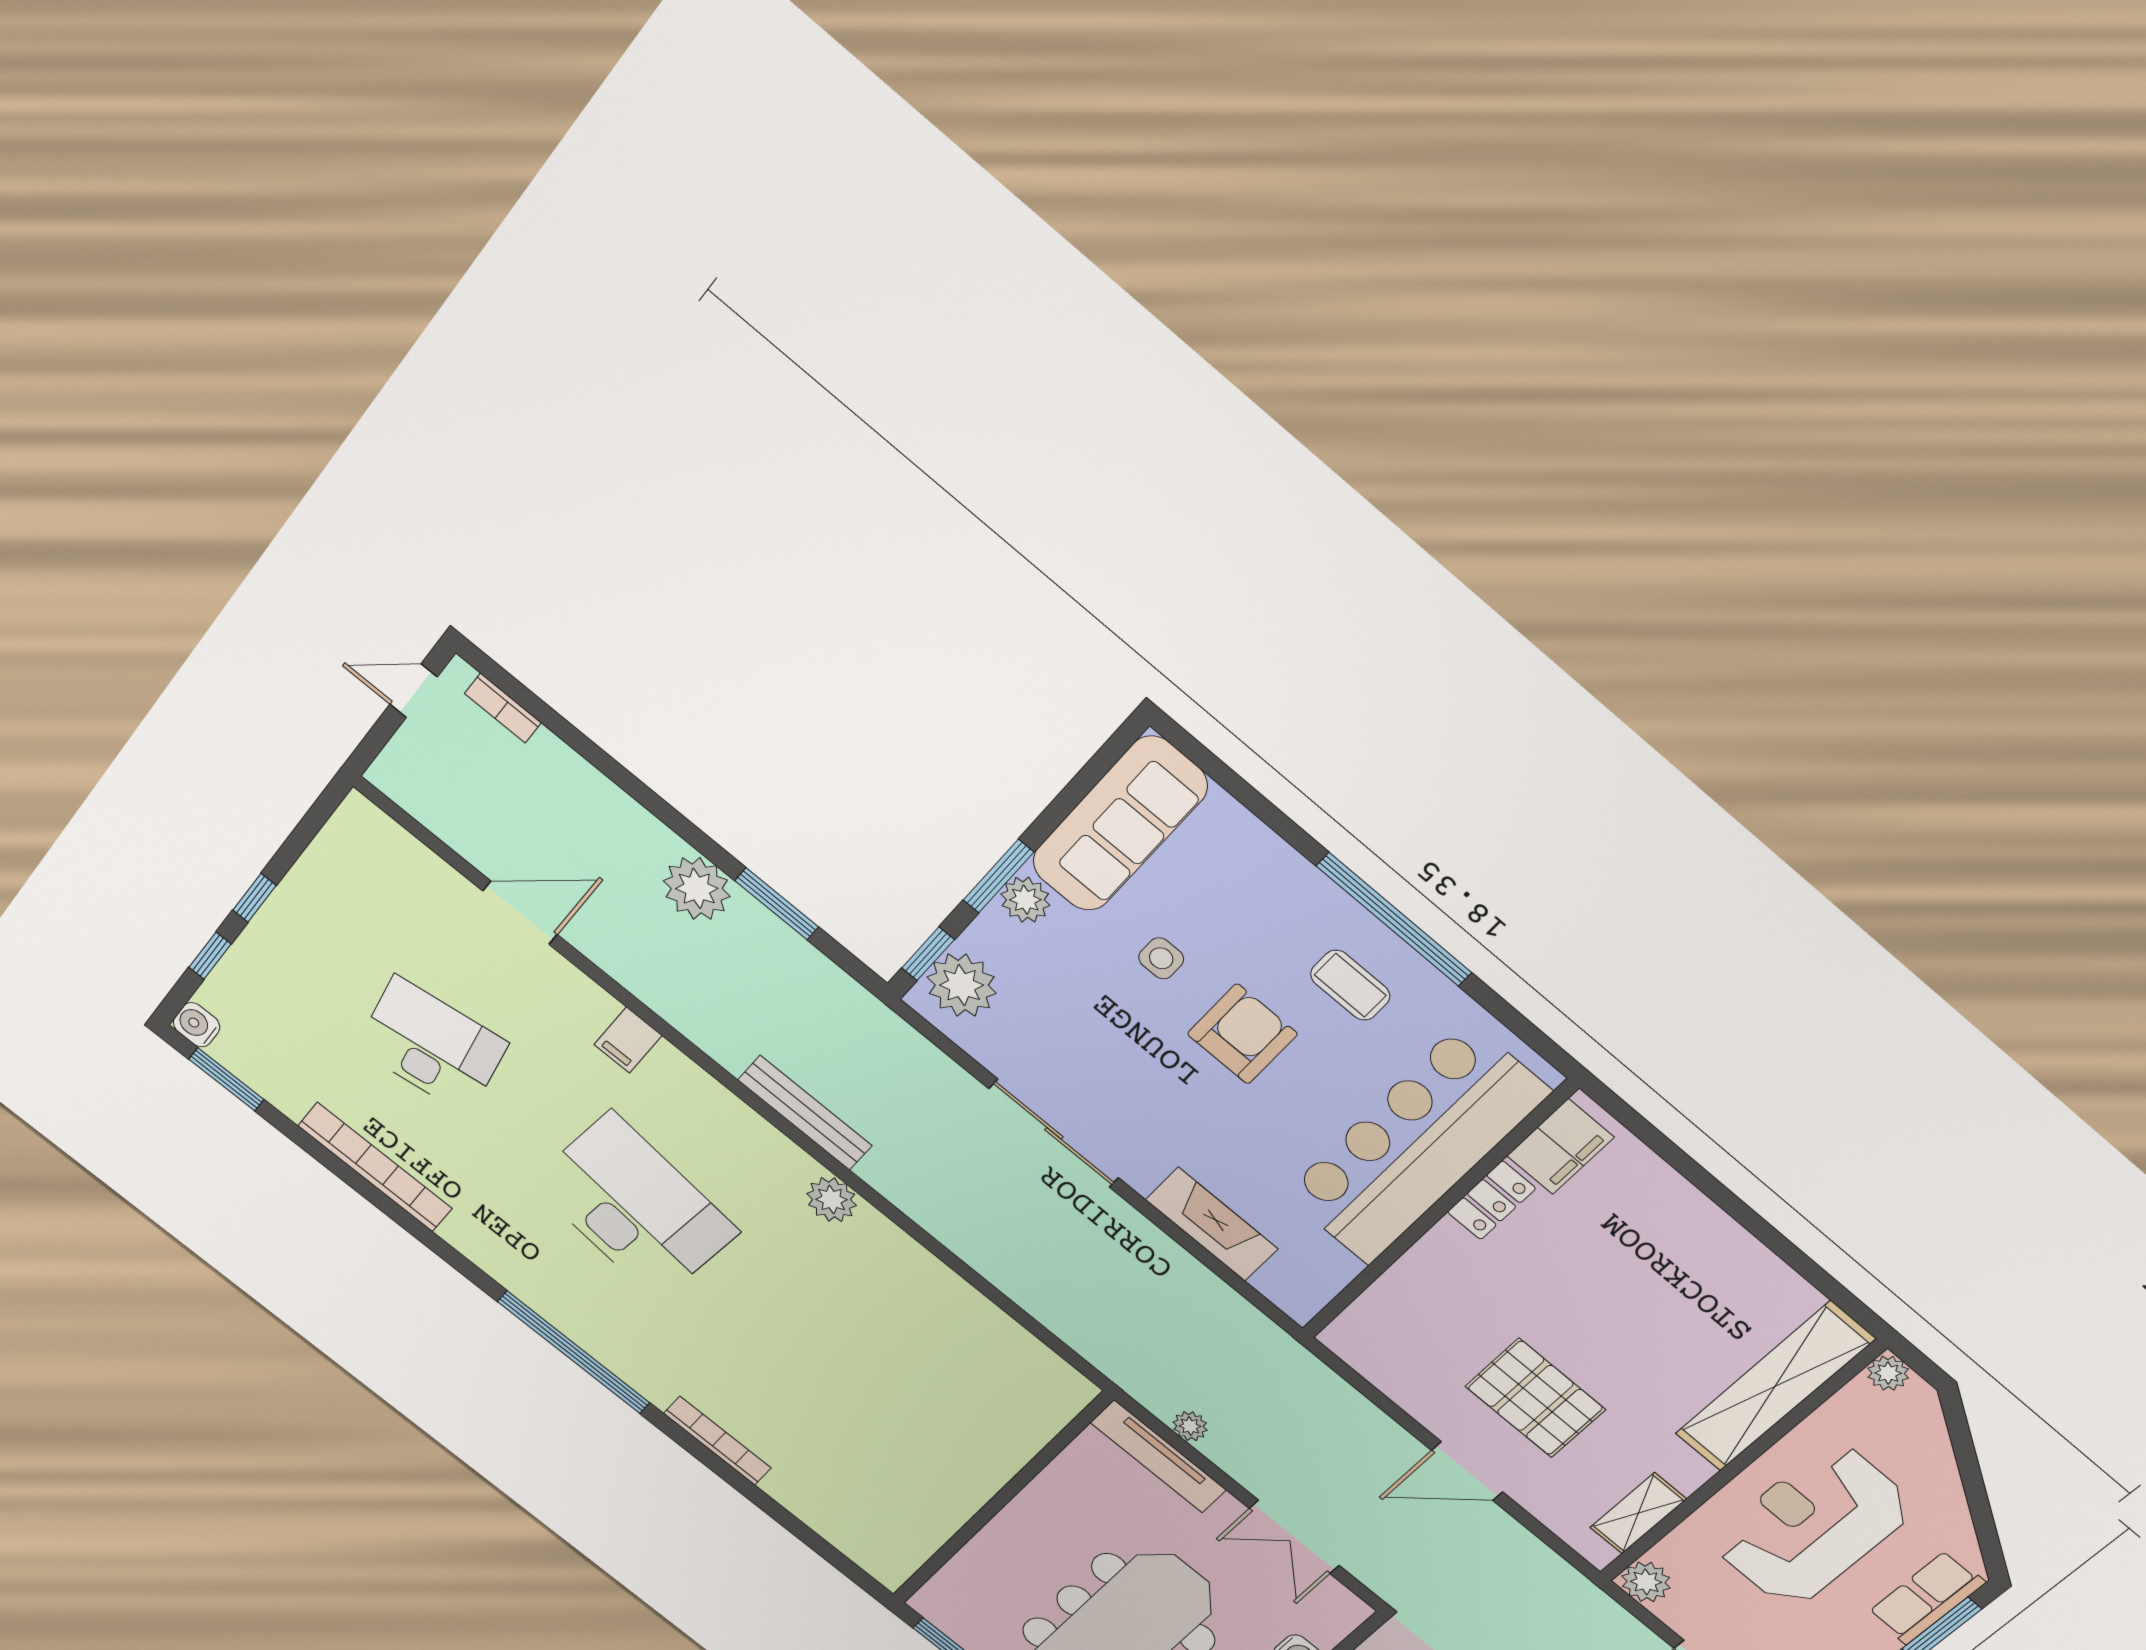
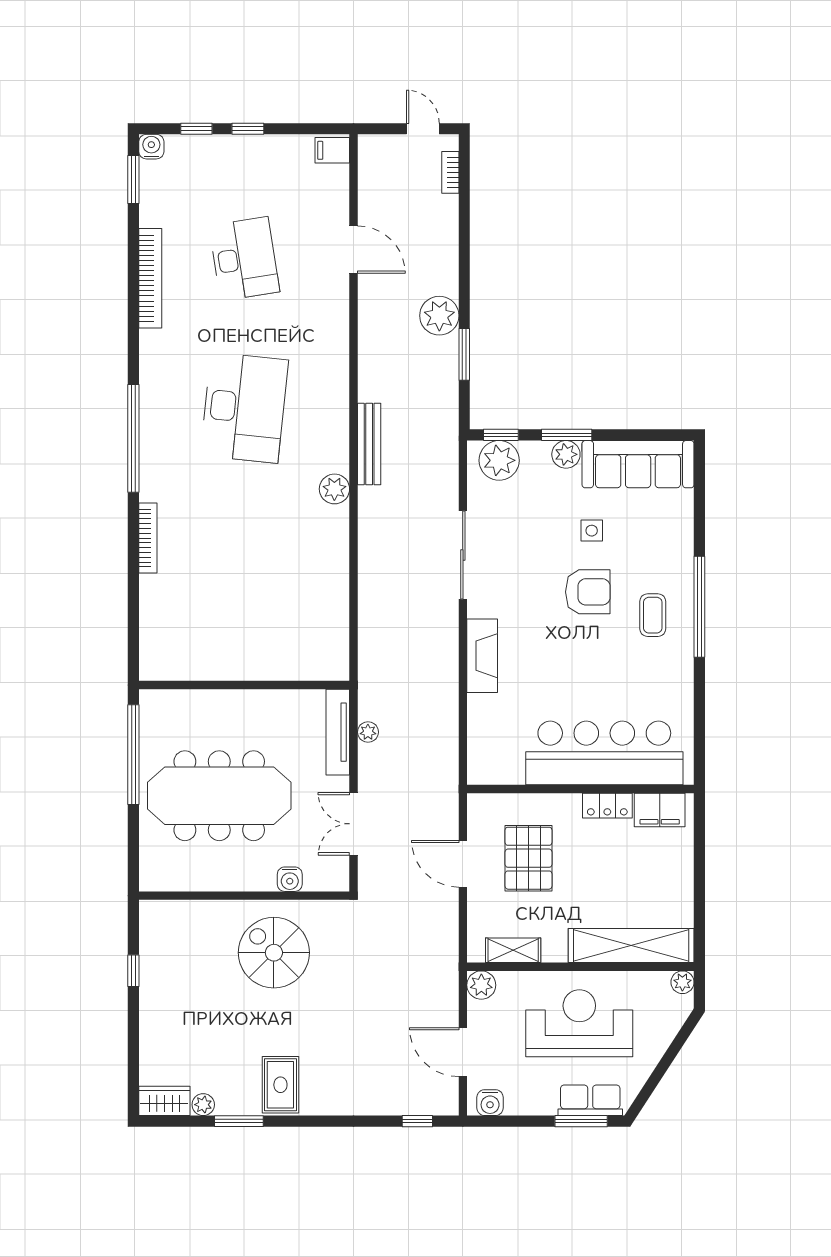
filing cabinet: (628, 1040) -> (332, 150), moved
bar counter: (1416, 1144) -> (604, 753), moved
filing cabinet: (1560, 1147) -> (660, 810), moved
locker: (1491, 1200) -> (607, 806), moved
wall: (1437, 1211) -> (580, 789), moved

